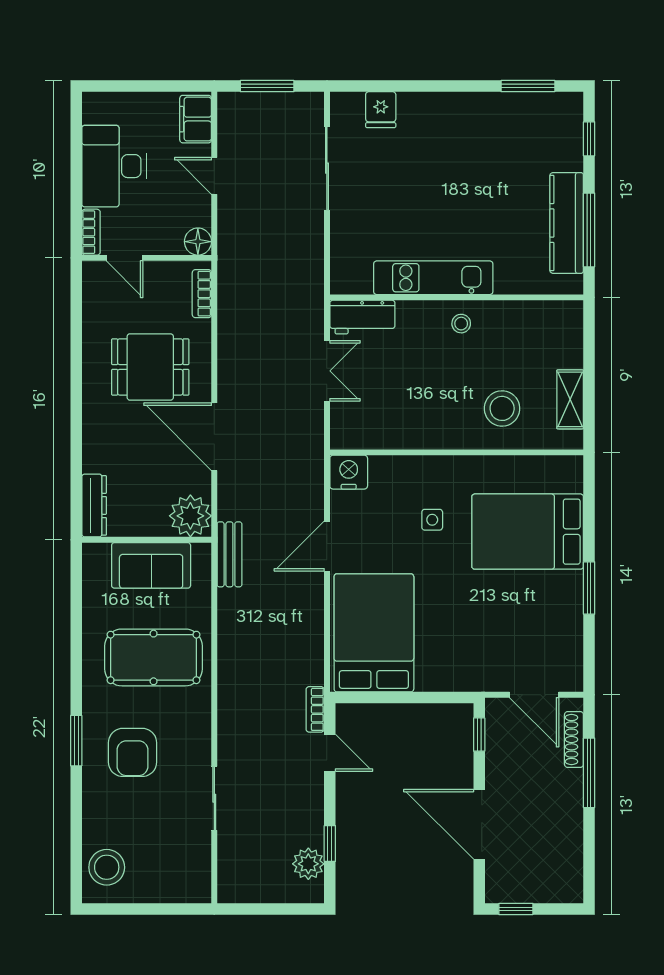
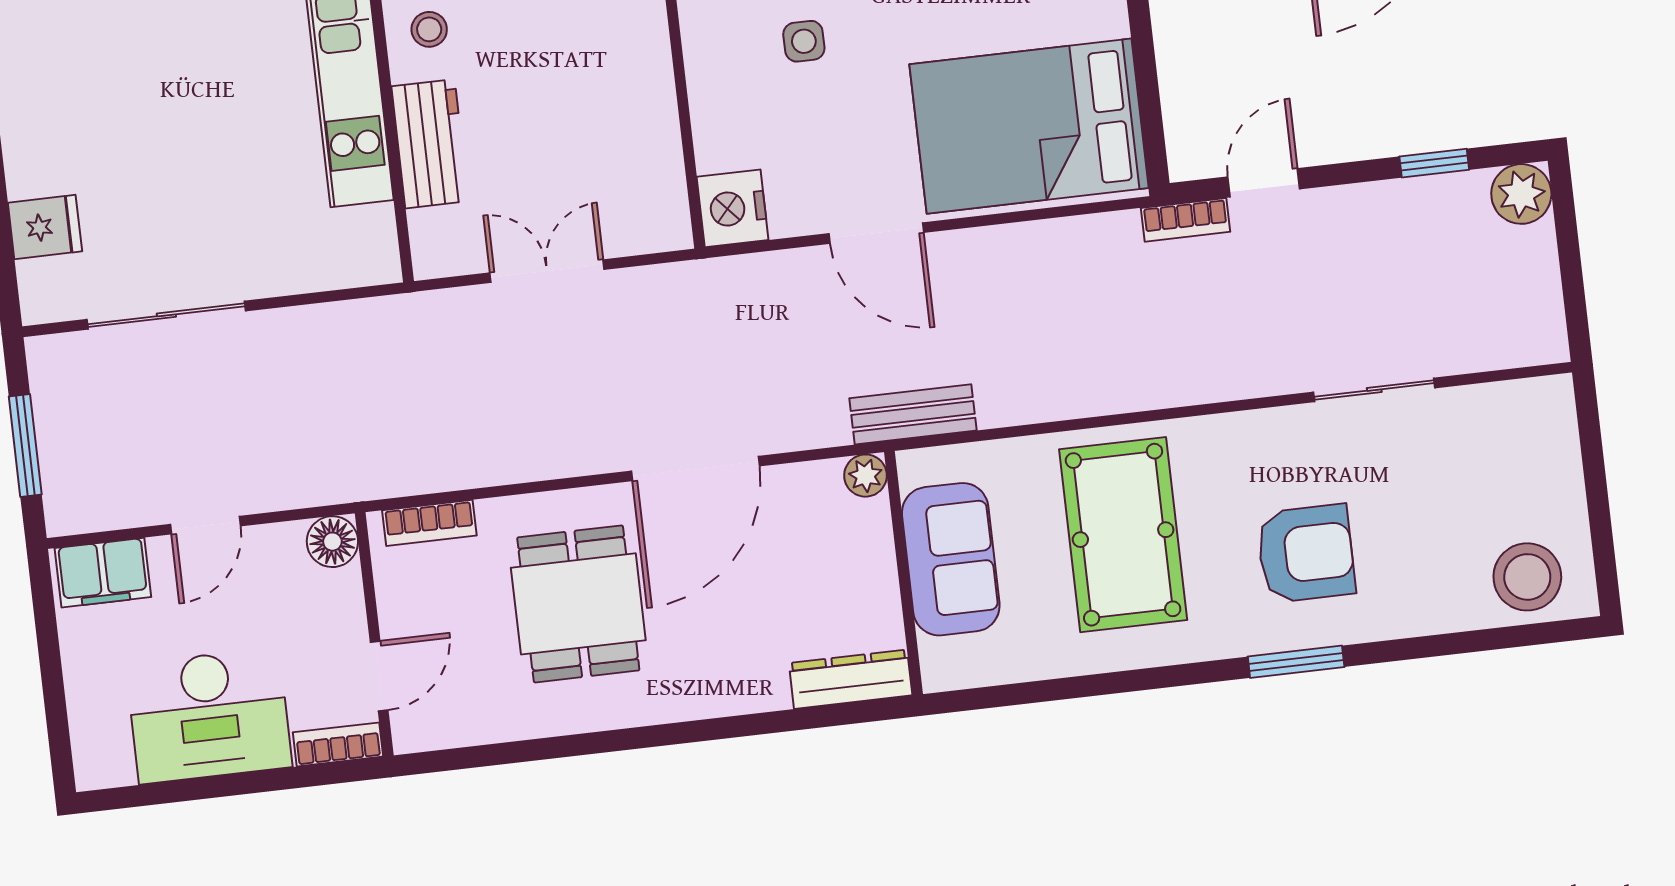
workbench: (362, 317) -> (430, 144), moved
plant: (190, 516) -> (865, 476), width x0.53, depth x0.53
plant: (308, 864) -> (1521, 194), moved

